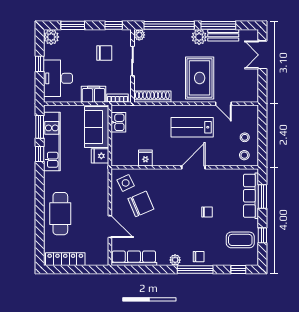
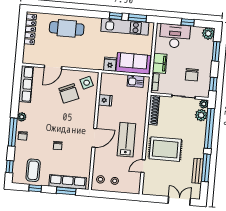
plant: (199, 37) -> (201, 115), moved
door: (193, 167) -> (94, 138), hinge flipped

